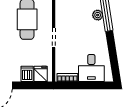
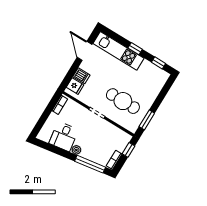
plant: (98, 15) -> (76, 150), moved
desk: (91, 68) -> (64, 136), moved, turned -99

